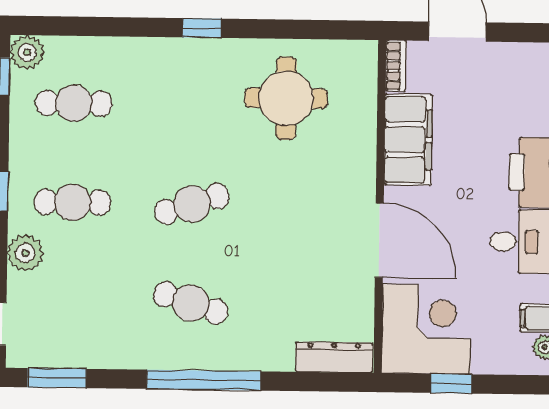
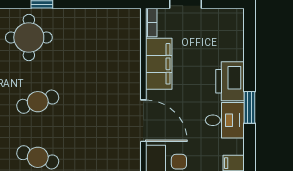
round table: (286, 98) -> (29, 37), moved

